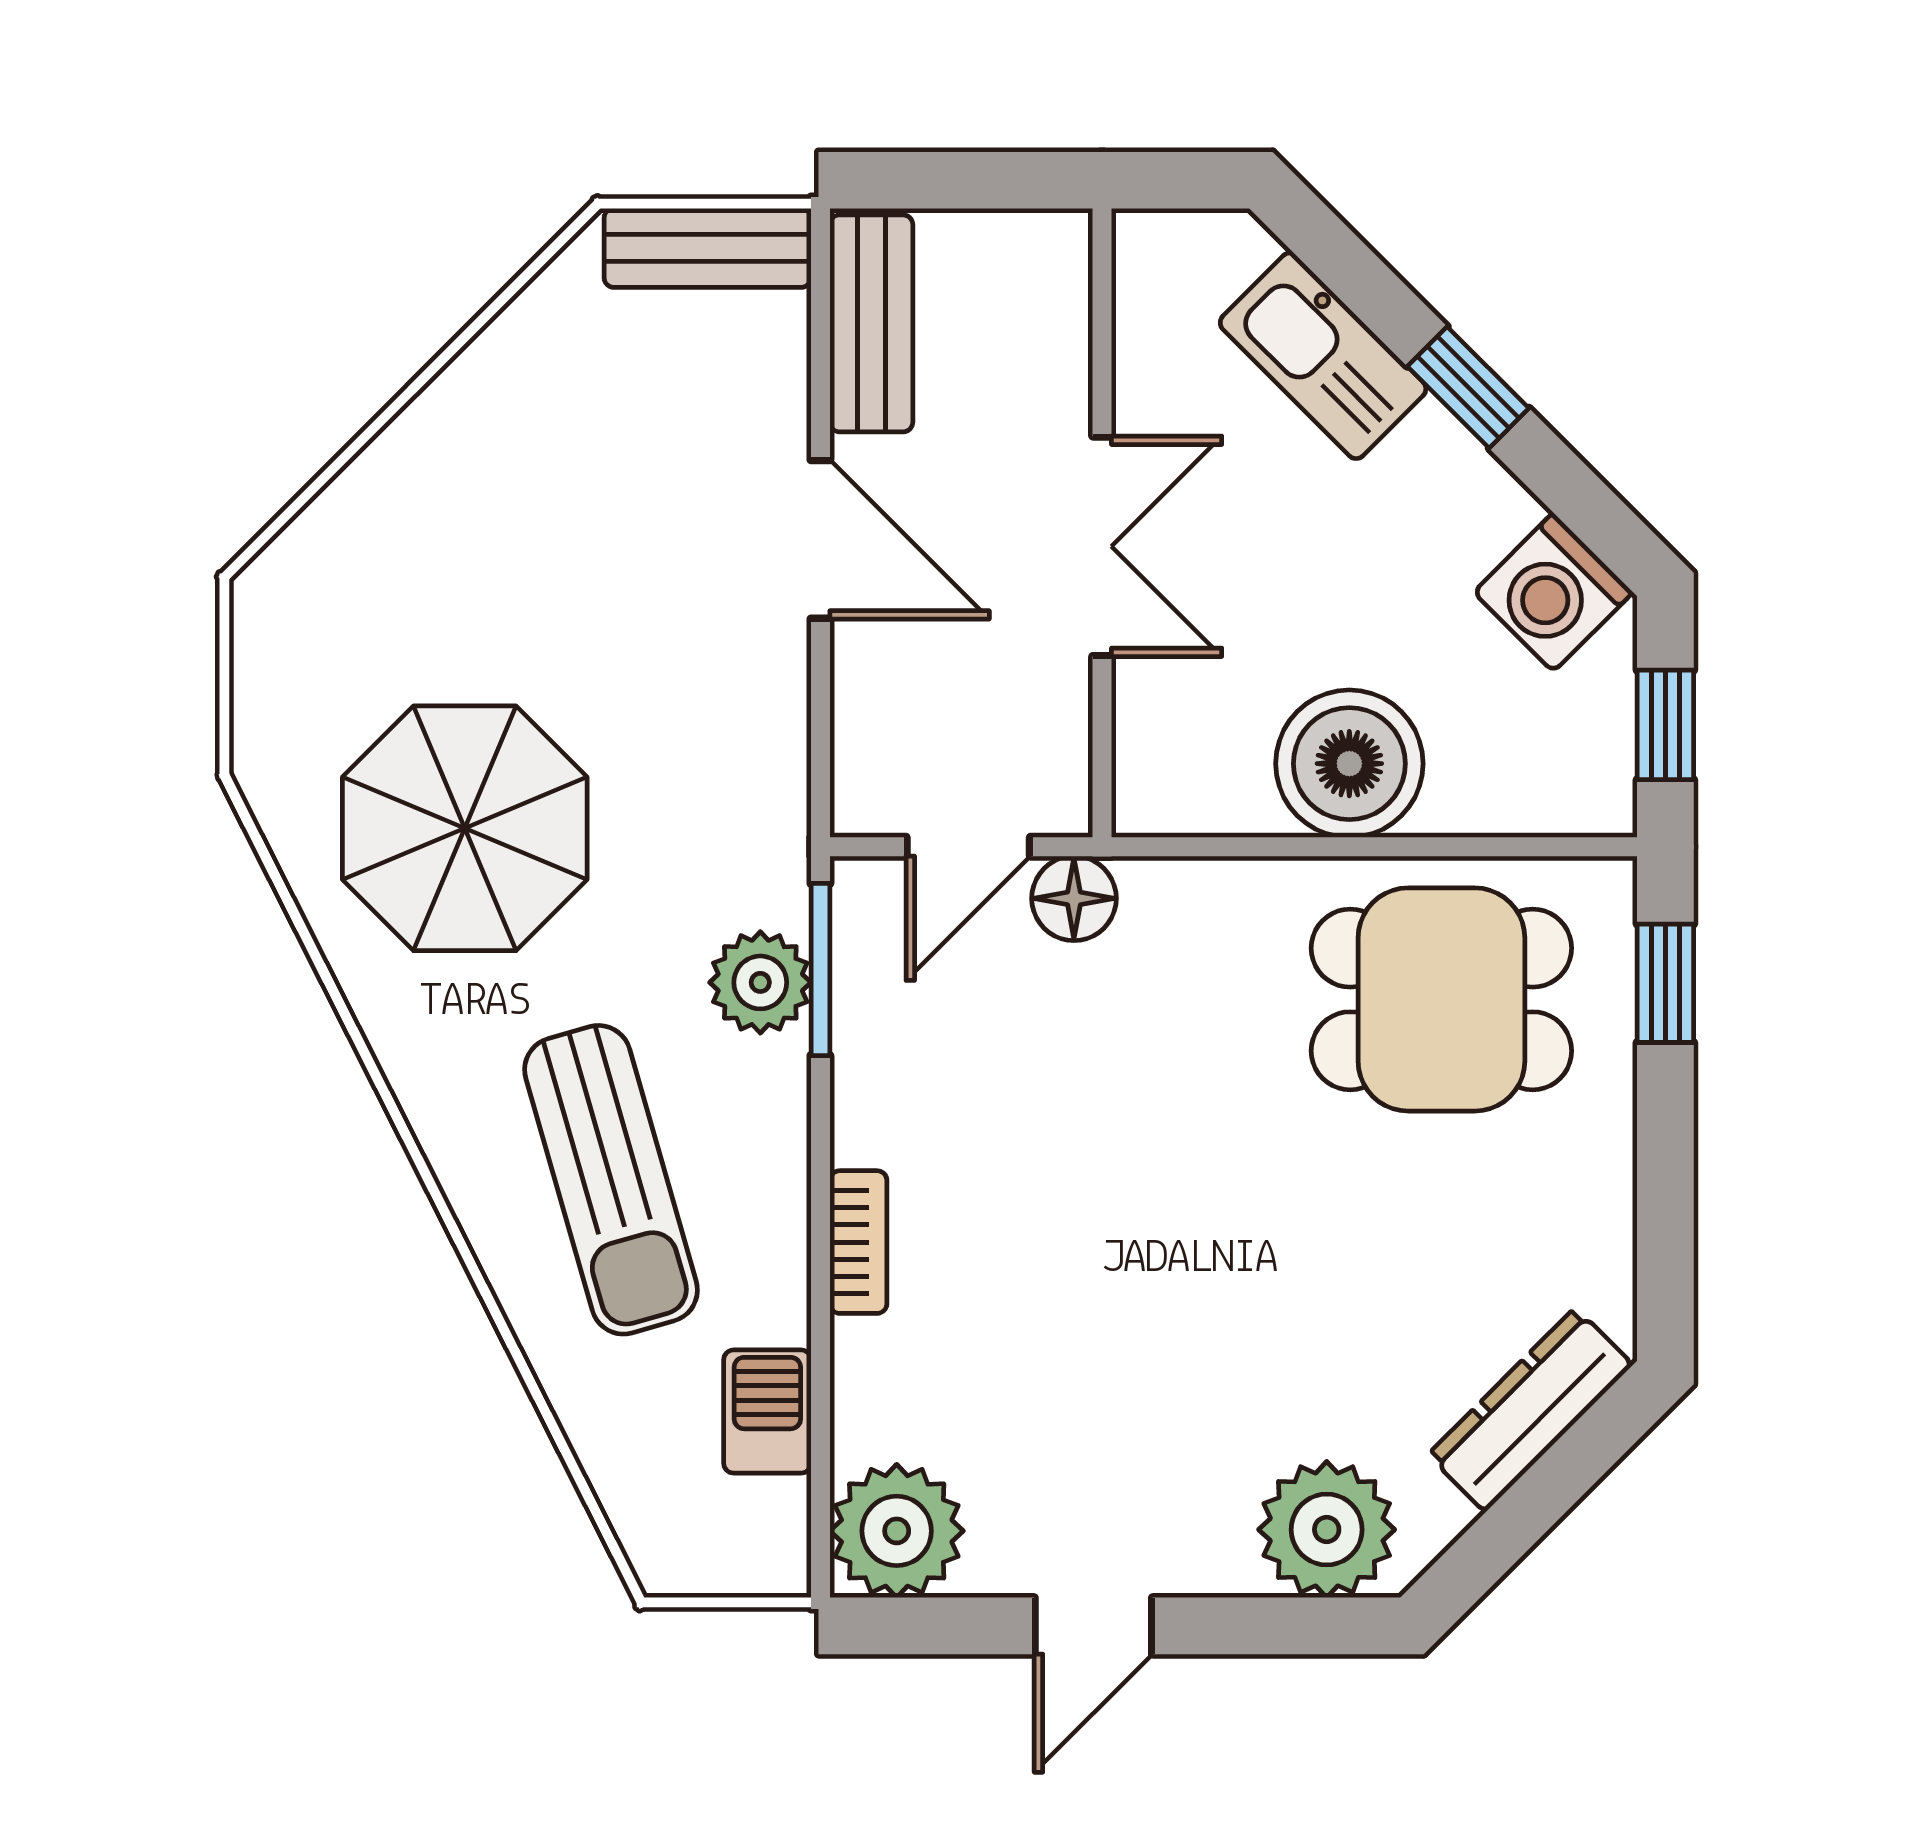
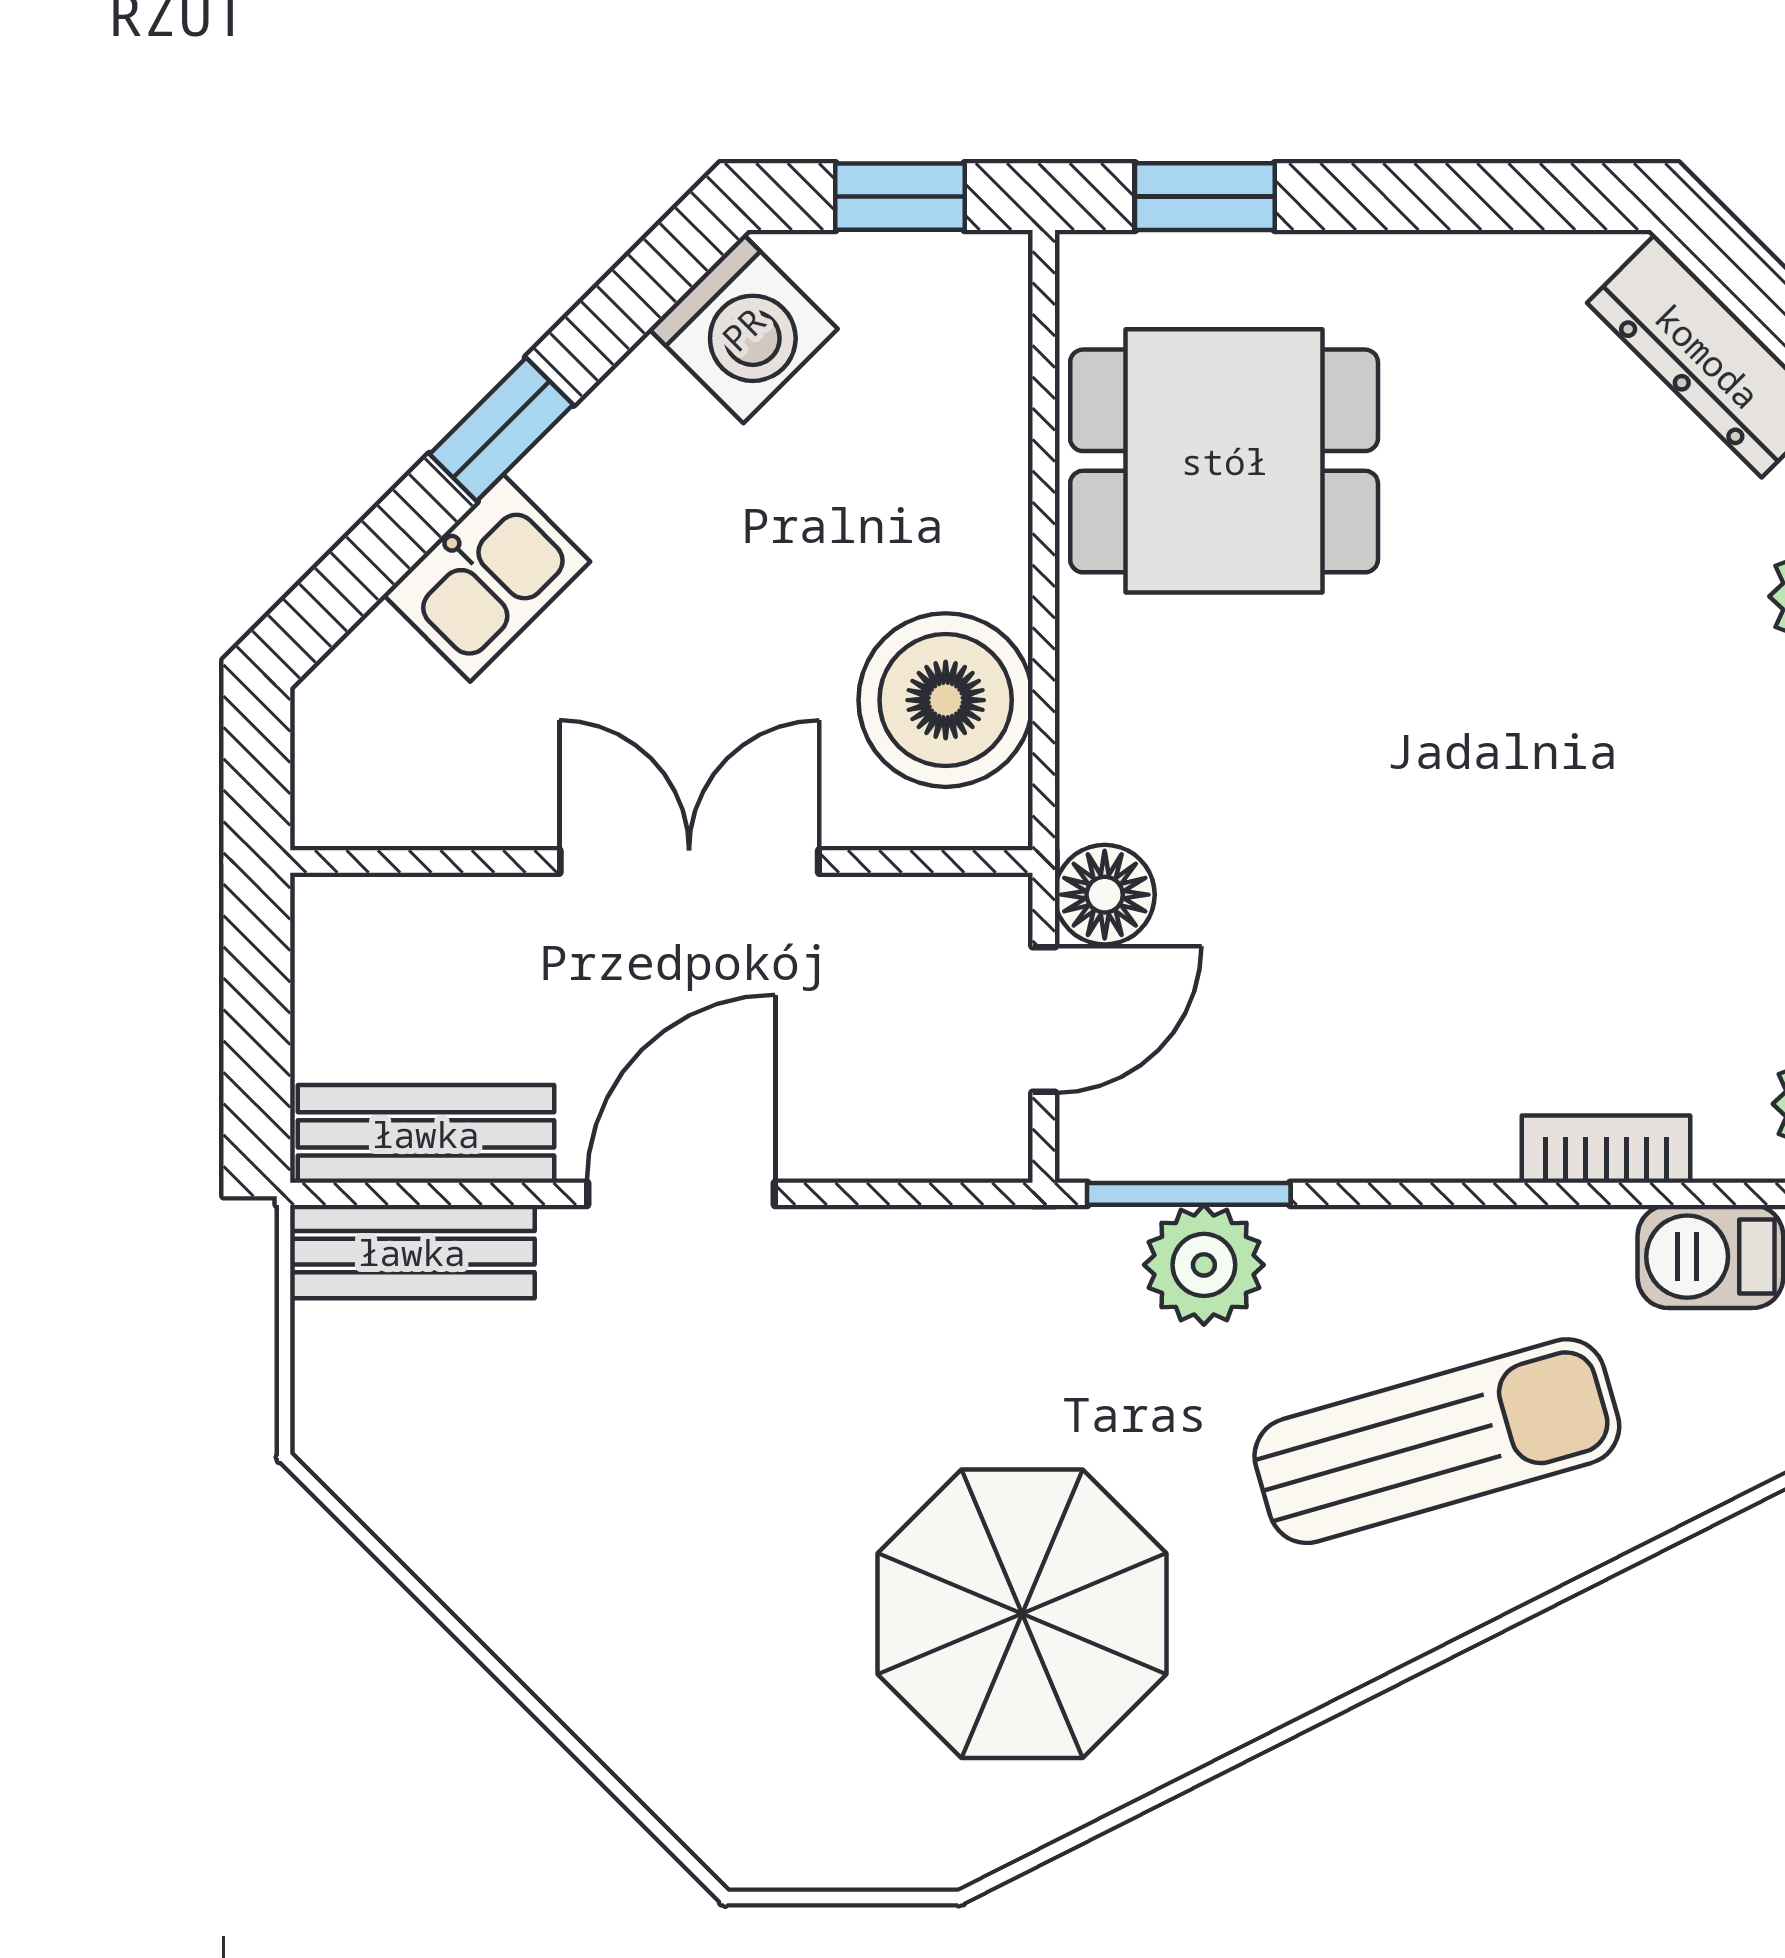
bench: (708, 248) -> (412, 1252), moved, turned 90
kitchen sink: (1323, 356) -> (487, 578), width x0.73
boiler: (1349, 764) -> (946, 700), moved
door: (968, 847) -> (1044, 1019), hinge flipped
dining table: (1441, 999) -> (1224, 461), turned 90
bookcase: (858, 1242) -> (1606, 1149), moved

